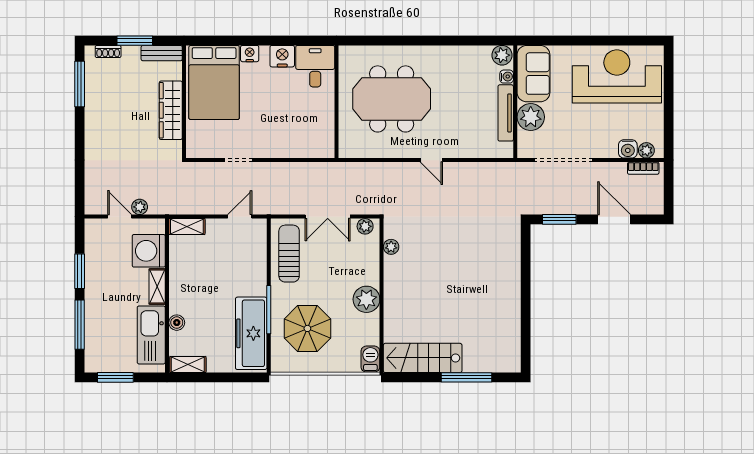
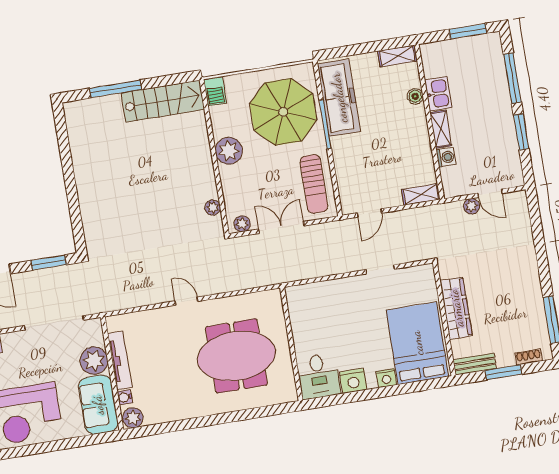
washing machine: (149, 251) -> (446, 157), width x0.53, depth x0.53
parasol: (307, 328) -> (283, 112), width x1.36, depth x1.36
kitchen sink: (151, 335) -> (438, 94), width x0.53, depth x0.81

